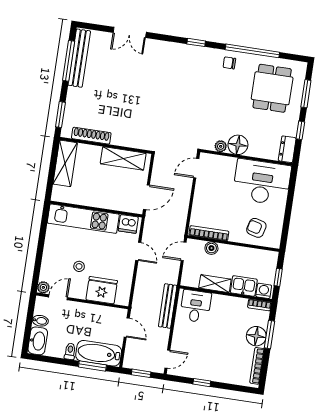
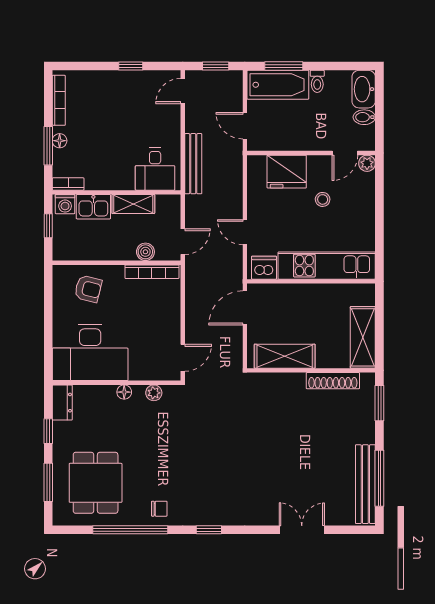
floor lamp: (238, 145) -> (124, 392), width x0.53, depth x0.53
floor lamp: (256, 336) -> (60, 141), width x0.53, depth x0.53

